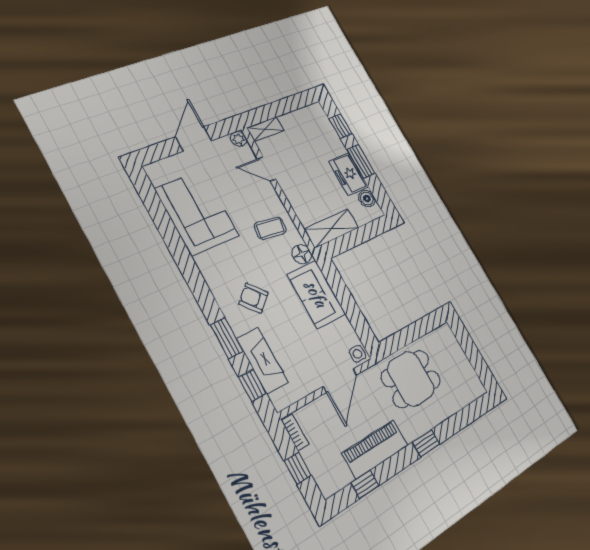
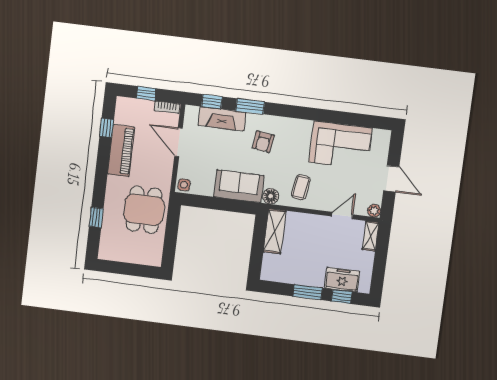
freezer: (349, 174) -> (342, 280), moved
boiler: (367, 199) -> (279, 275), removed
armchair: (254, 298) -> (263, 142), turned 139
door: (340, 381) -> (178, 142), moved
window: (426, 443) -> (96, 217), moved

